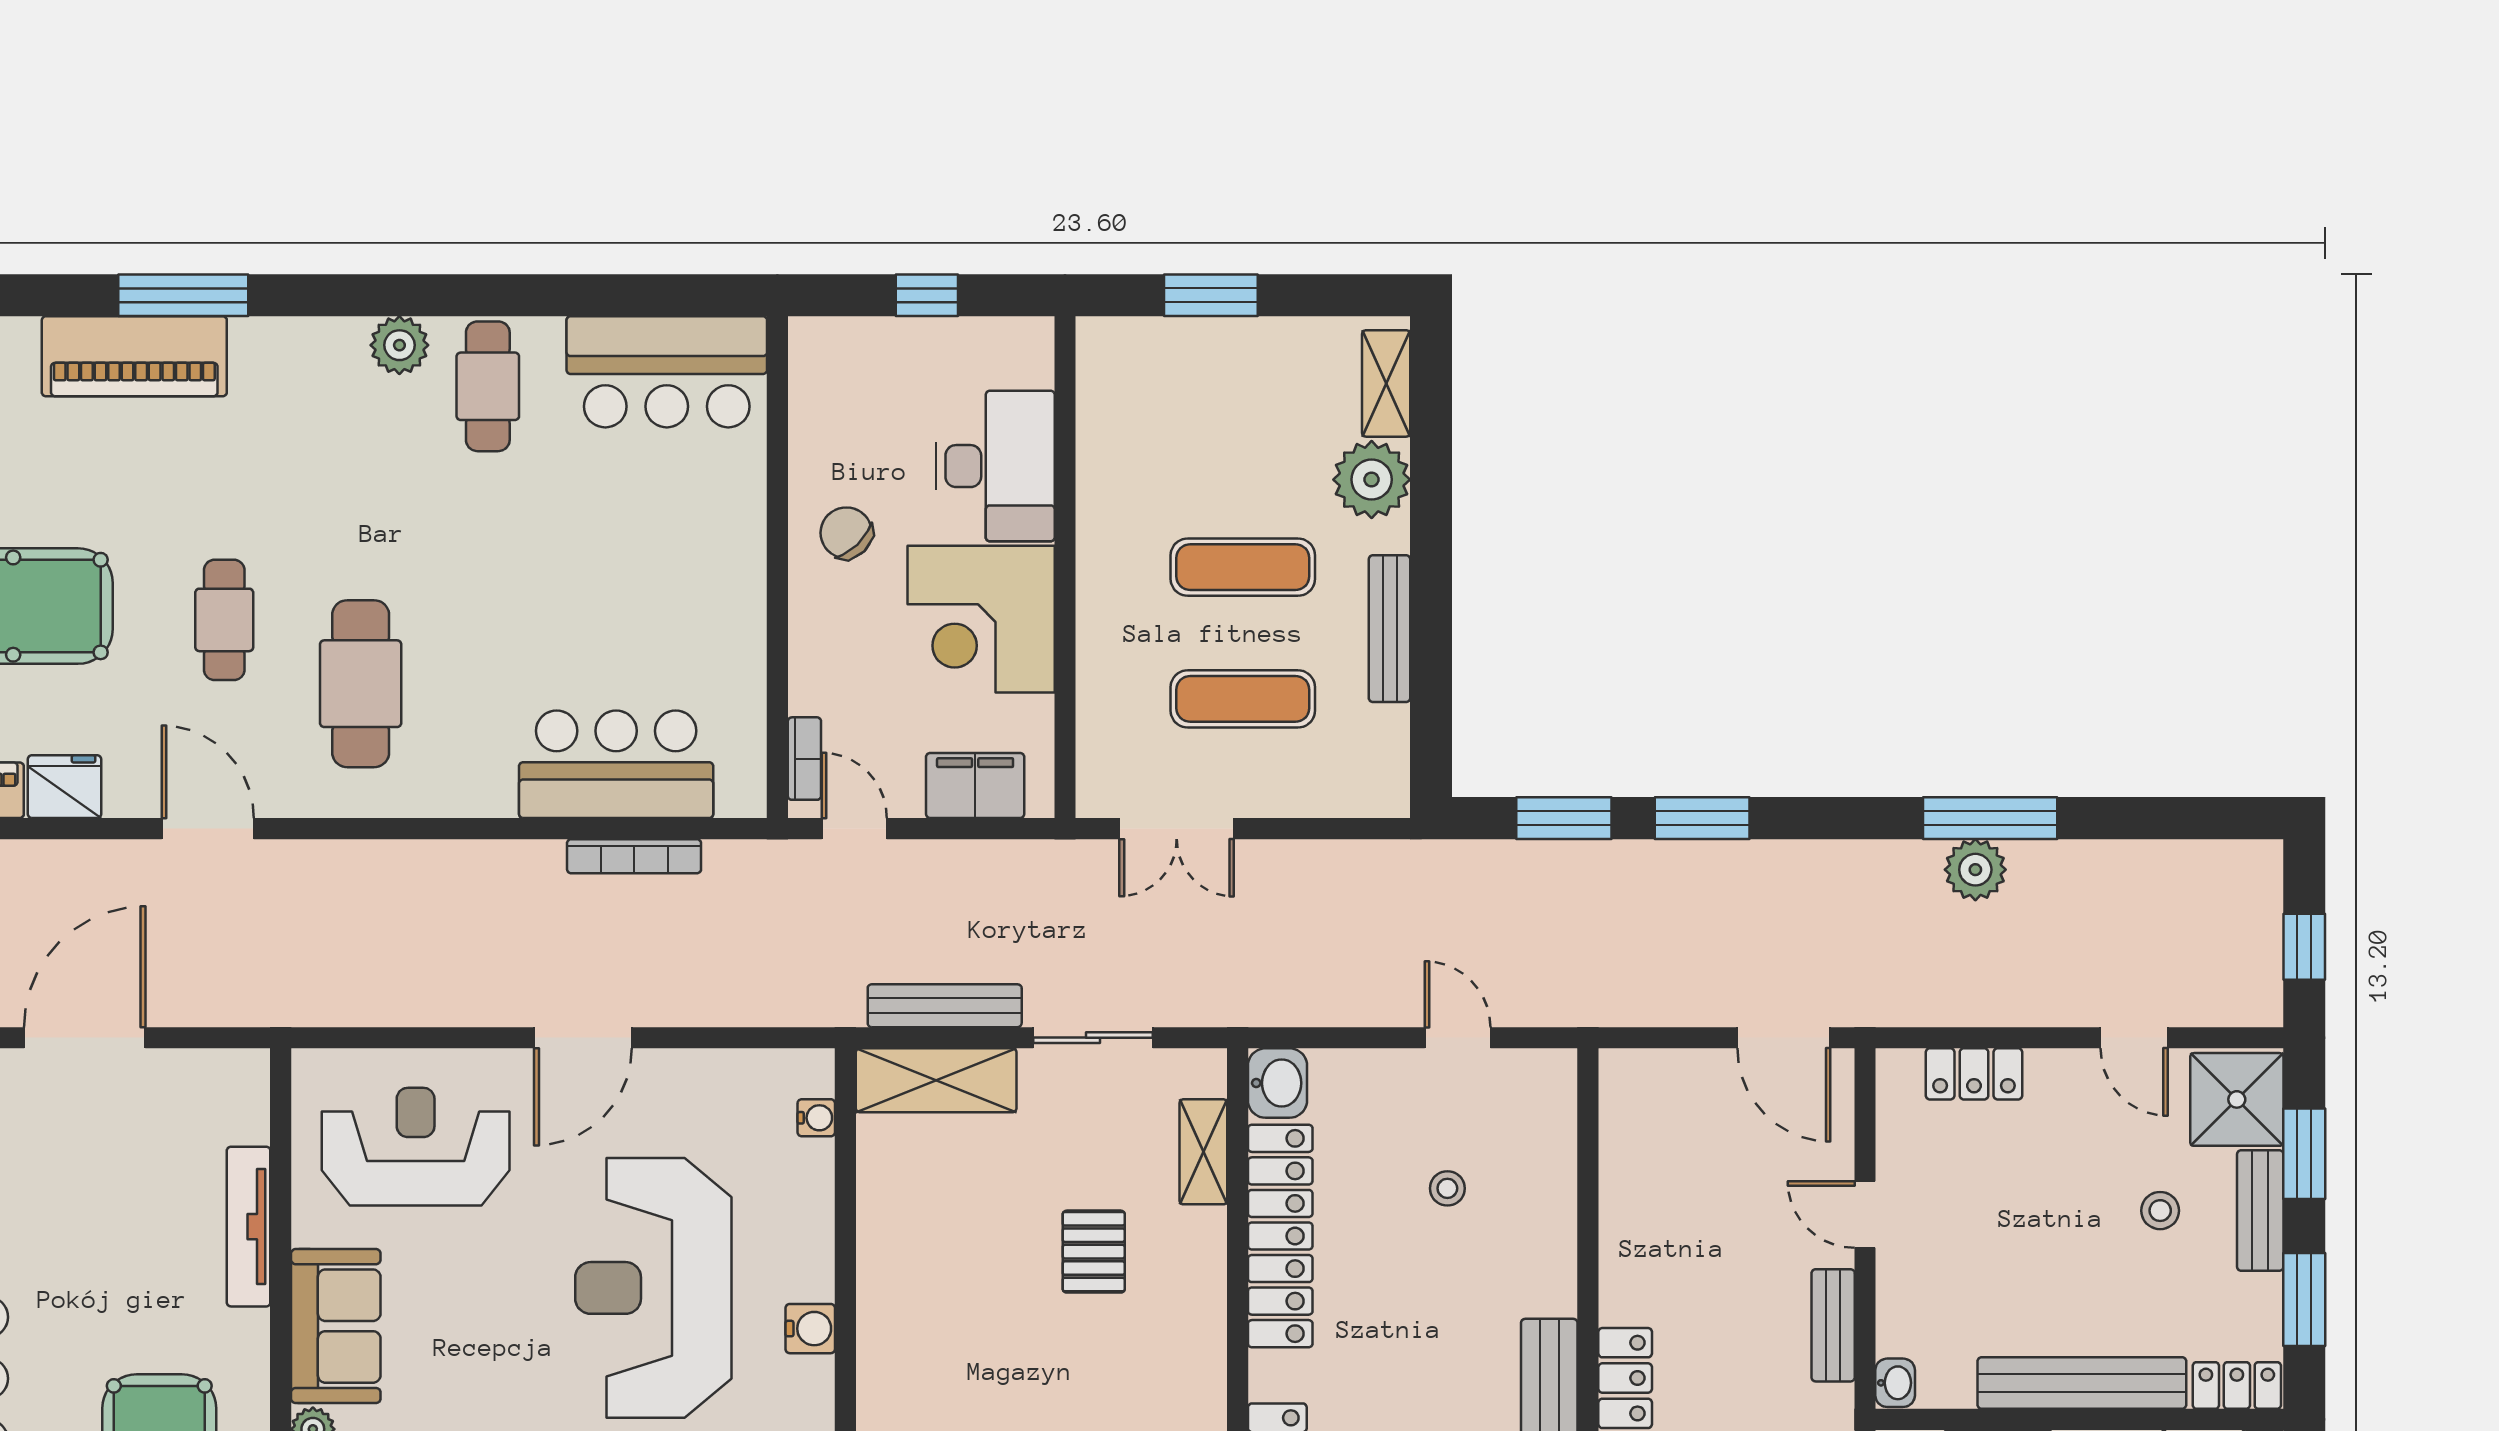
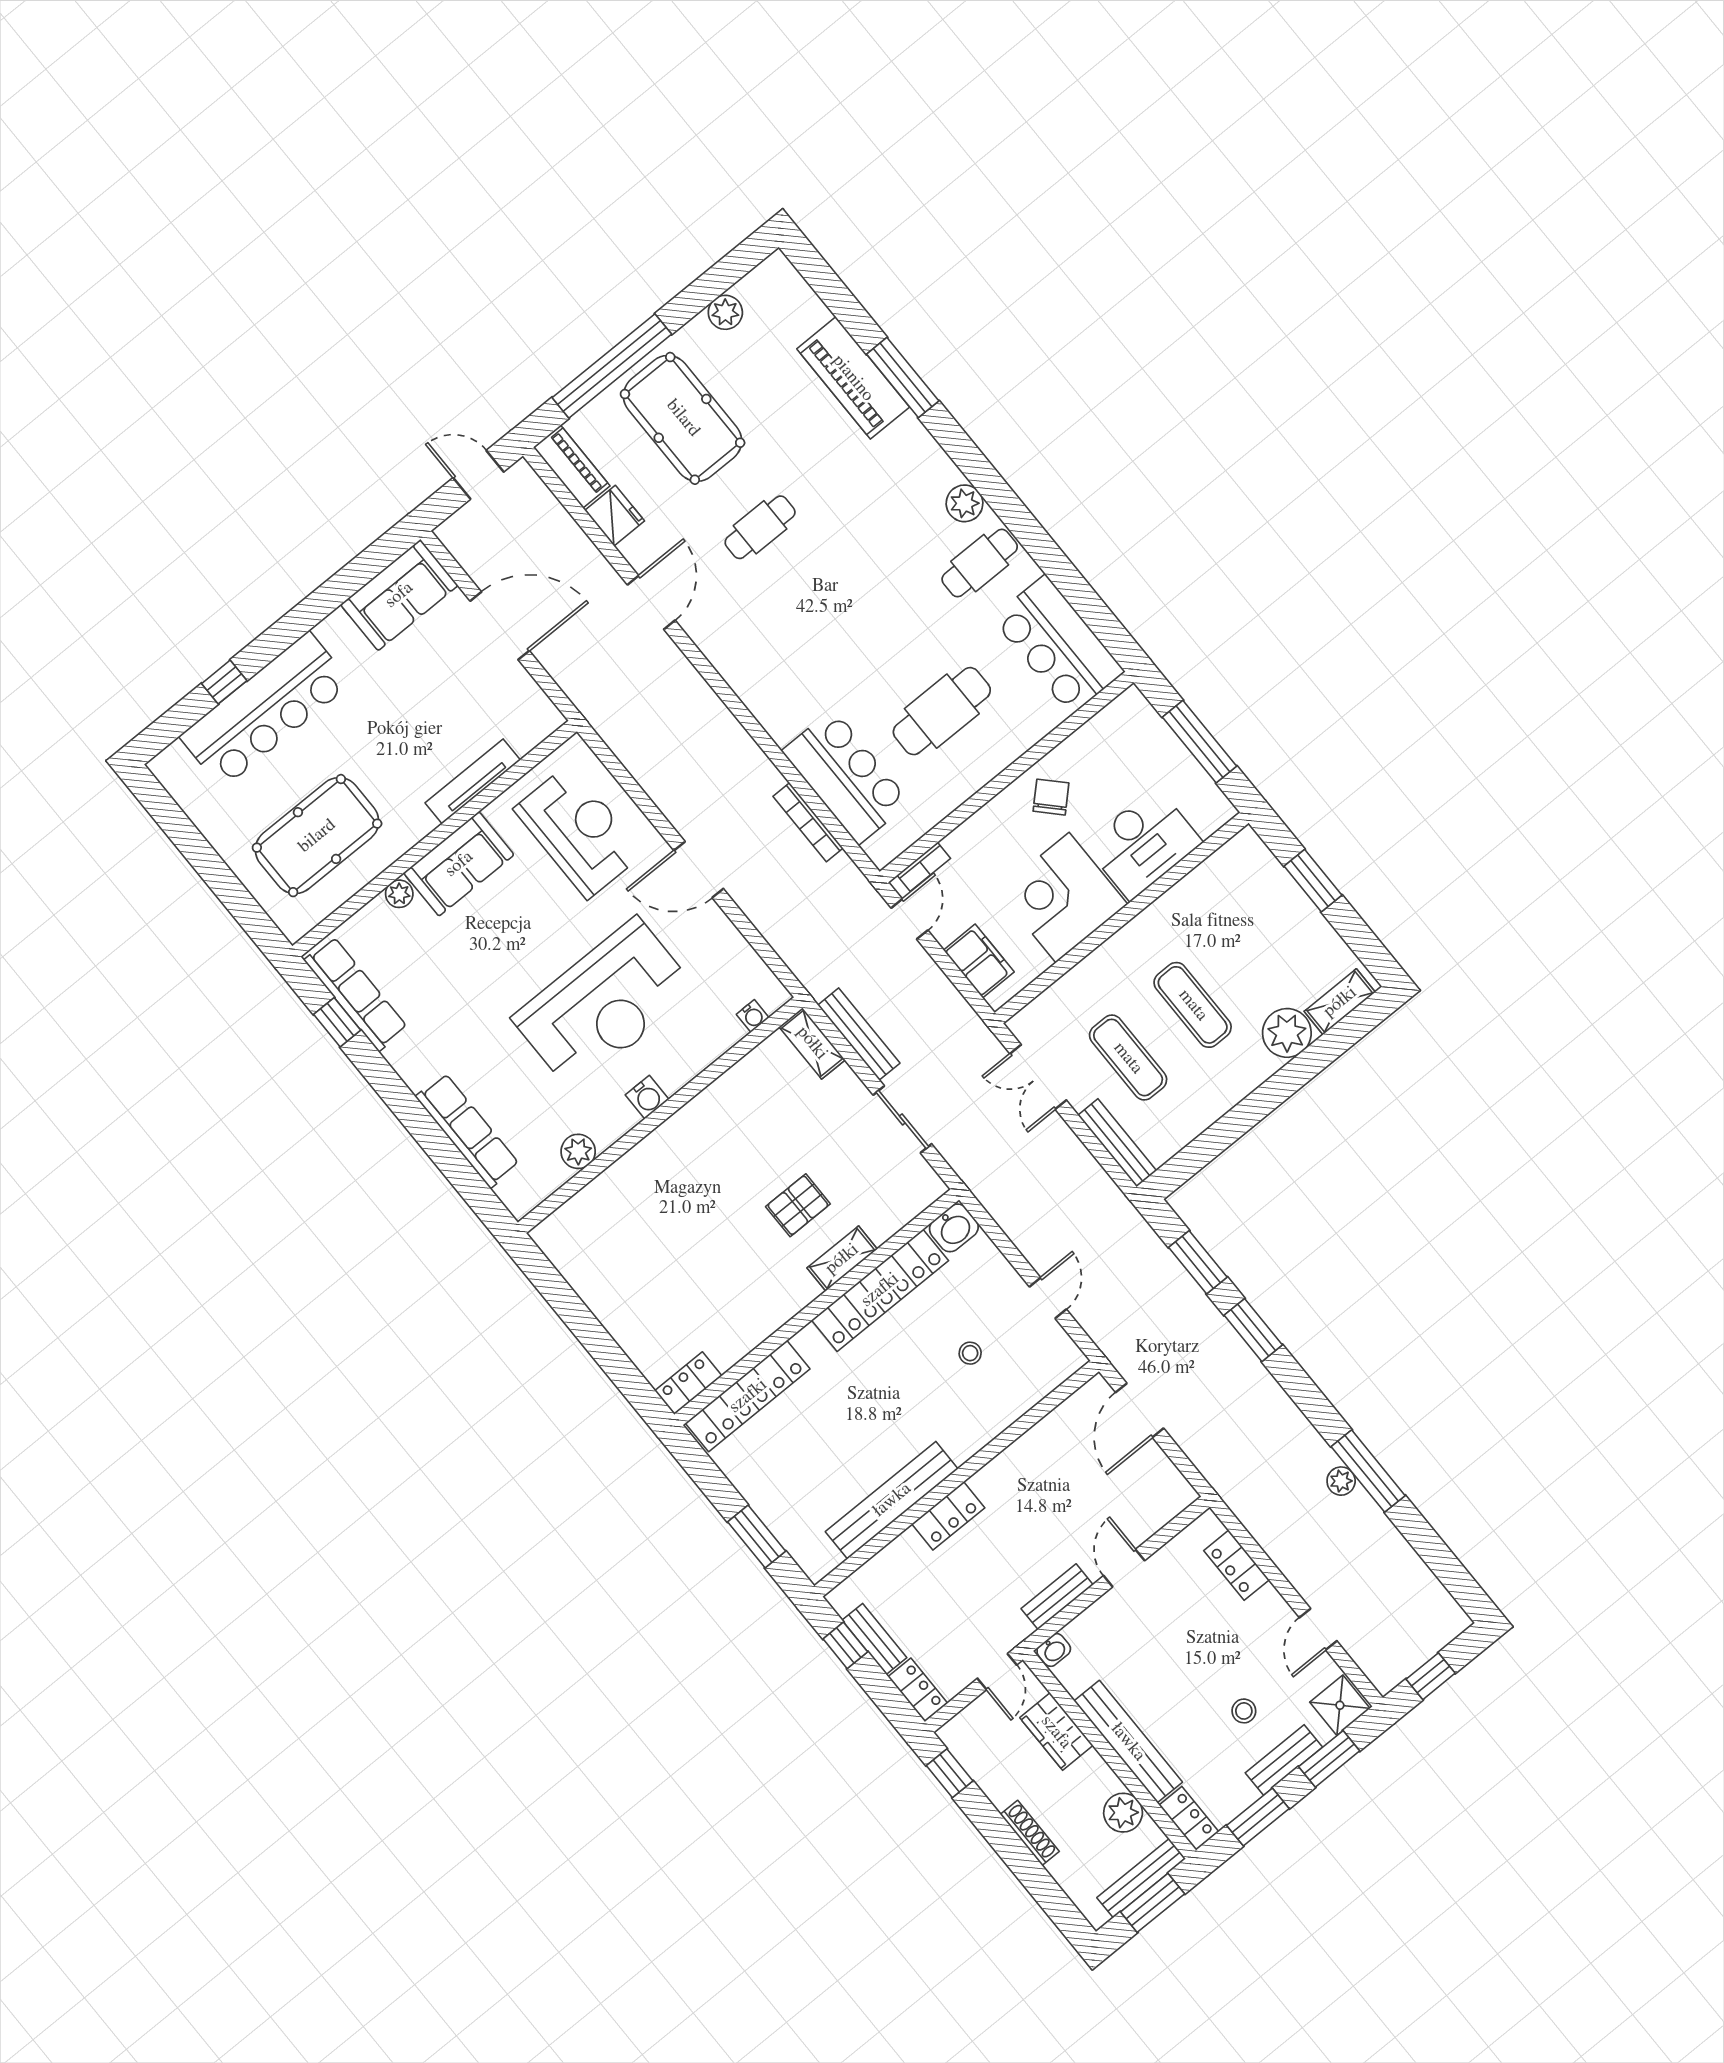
window: (927, 295) -> (1200, 742), width x2.17
bench: (1390, 629) -> (1117, 1143), moved, turned 90
cafe table: (361, 684) -> (942, 711), moved
plant: (1975, 870) -> (1341, 1481), width x0.73, depth x0.73
door: (1784, 1038) -> (1140, 1410), moved
shelving: (936, 1080) -> (812, 1043), width x0.67, depth x0.75
shower: (2237, 1099) -> (1340, 1705), width x0.73, depth x0.73
shelving: (1203, 1152) -> (842, 1259), moved
reception desk: (653, 1288) -> (604, 1004), turned 180

